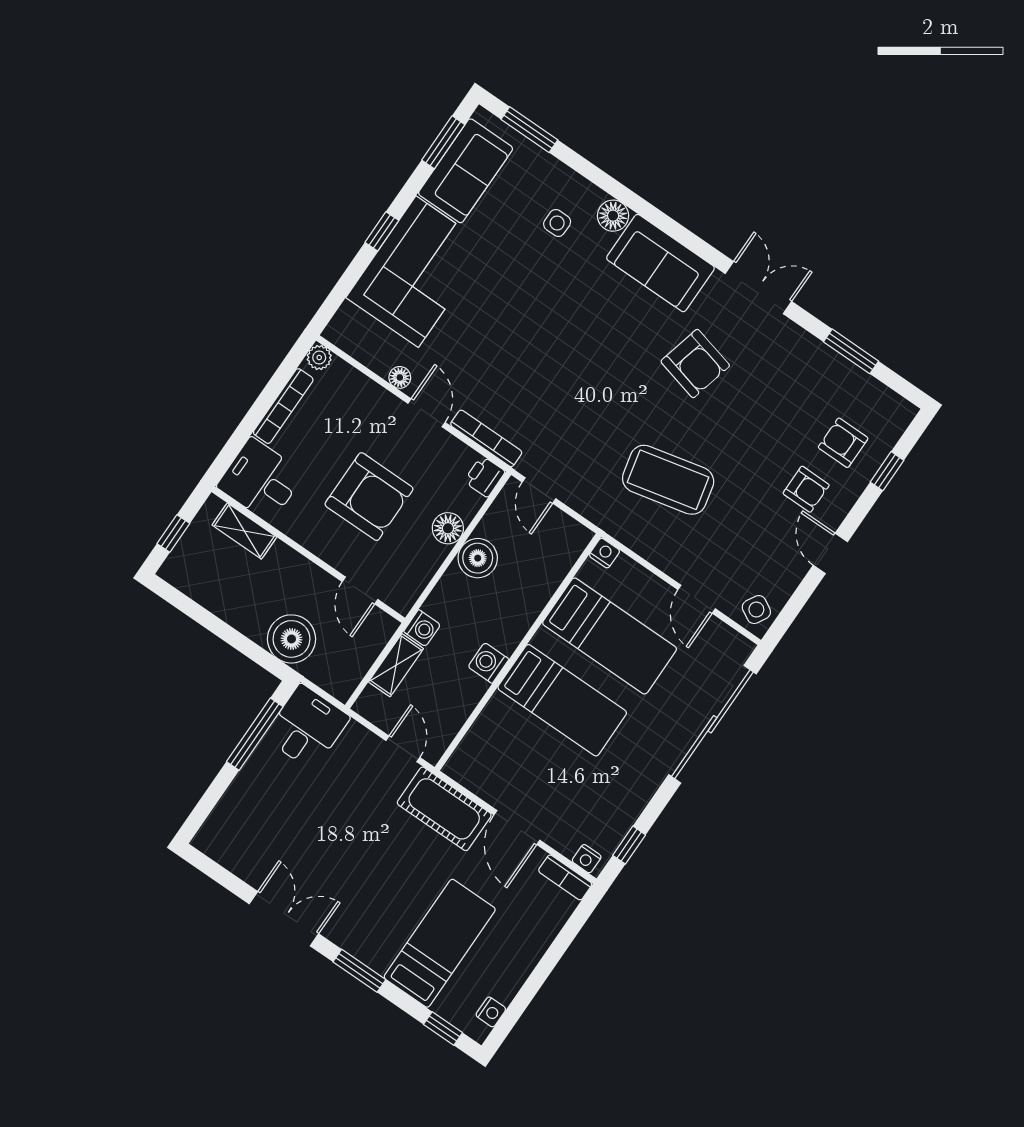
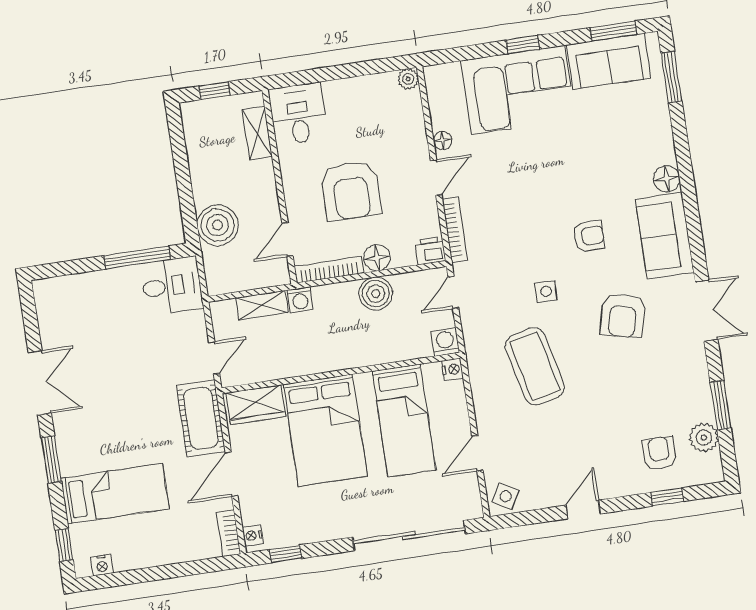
side table: (557, 223) -> (546, 291), moved
plant: (865, 392) -> (704, 438), added
bookcase: (283, 406) -> (329, 270), moved, turned 180
armchair: (806, 489) -> (589, 236), moved, turned -90
washing machine: (488, 663) -> (445, 342), moved
bed: (562, 700) -> (325, 430), width x1.50
wardrobe: (477, 751) -> (256, 405), added

